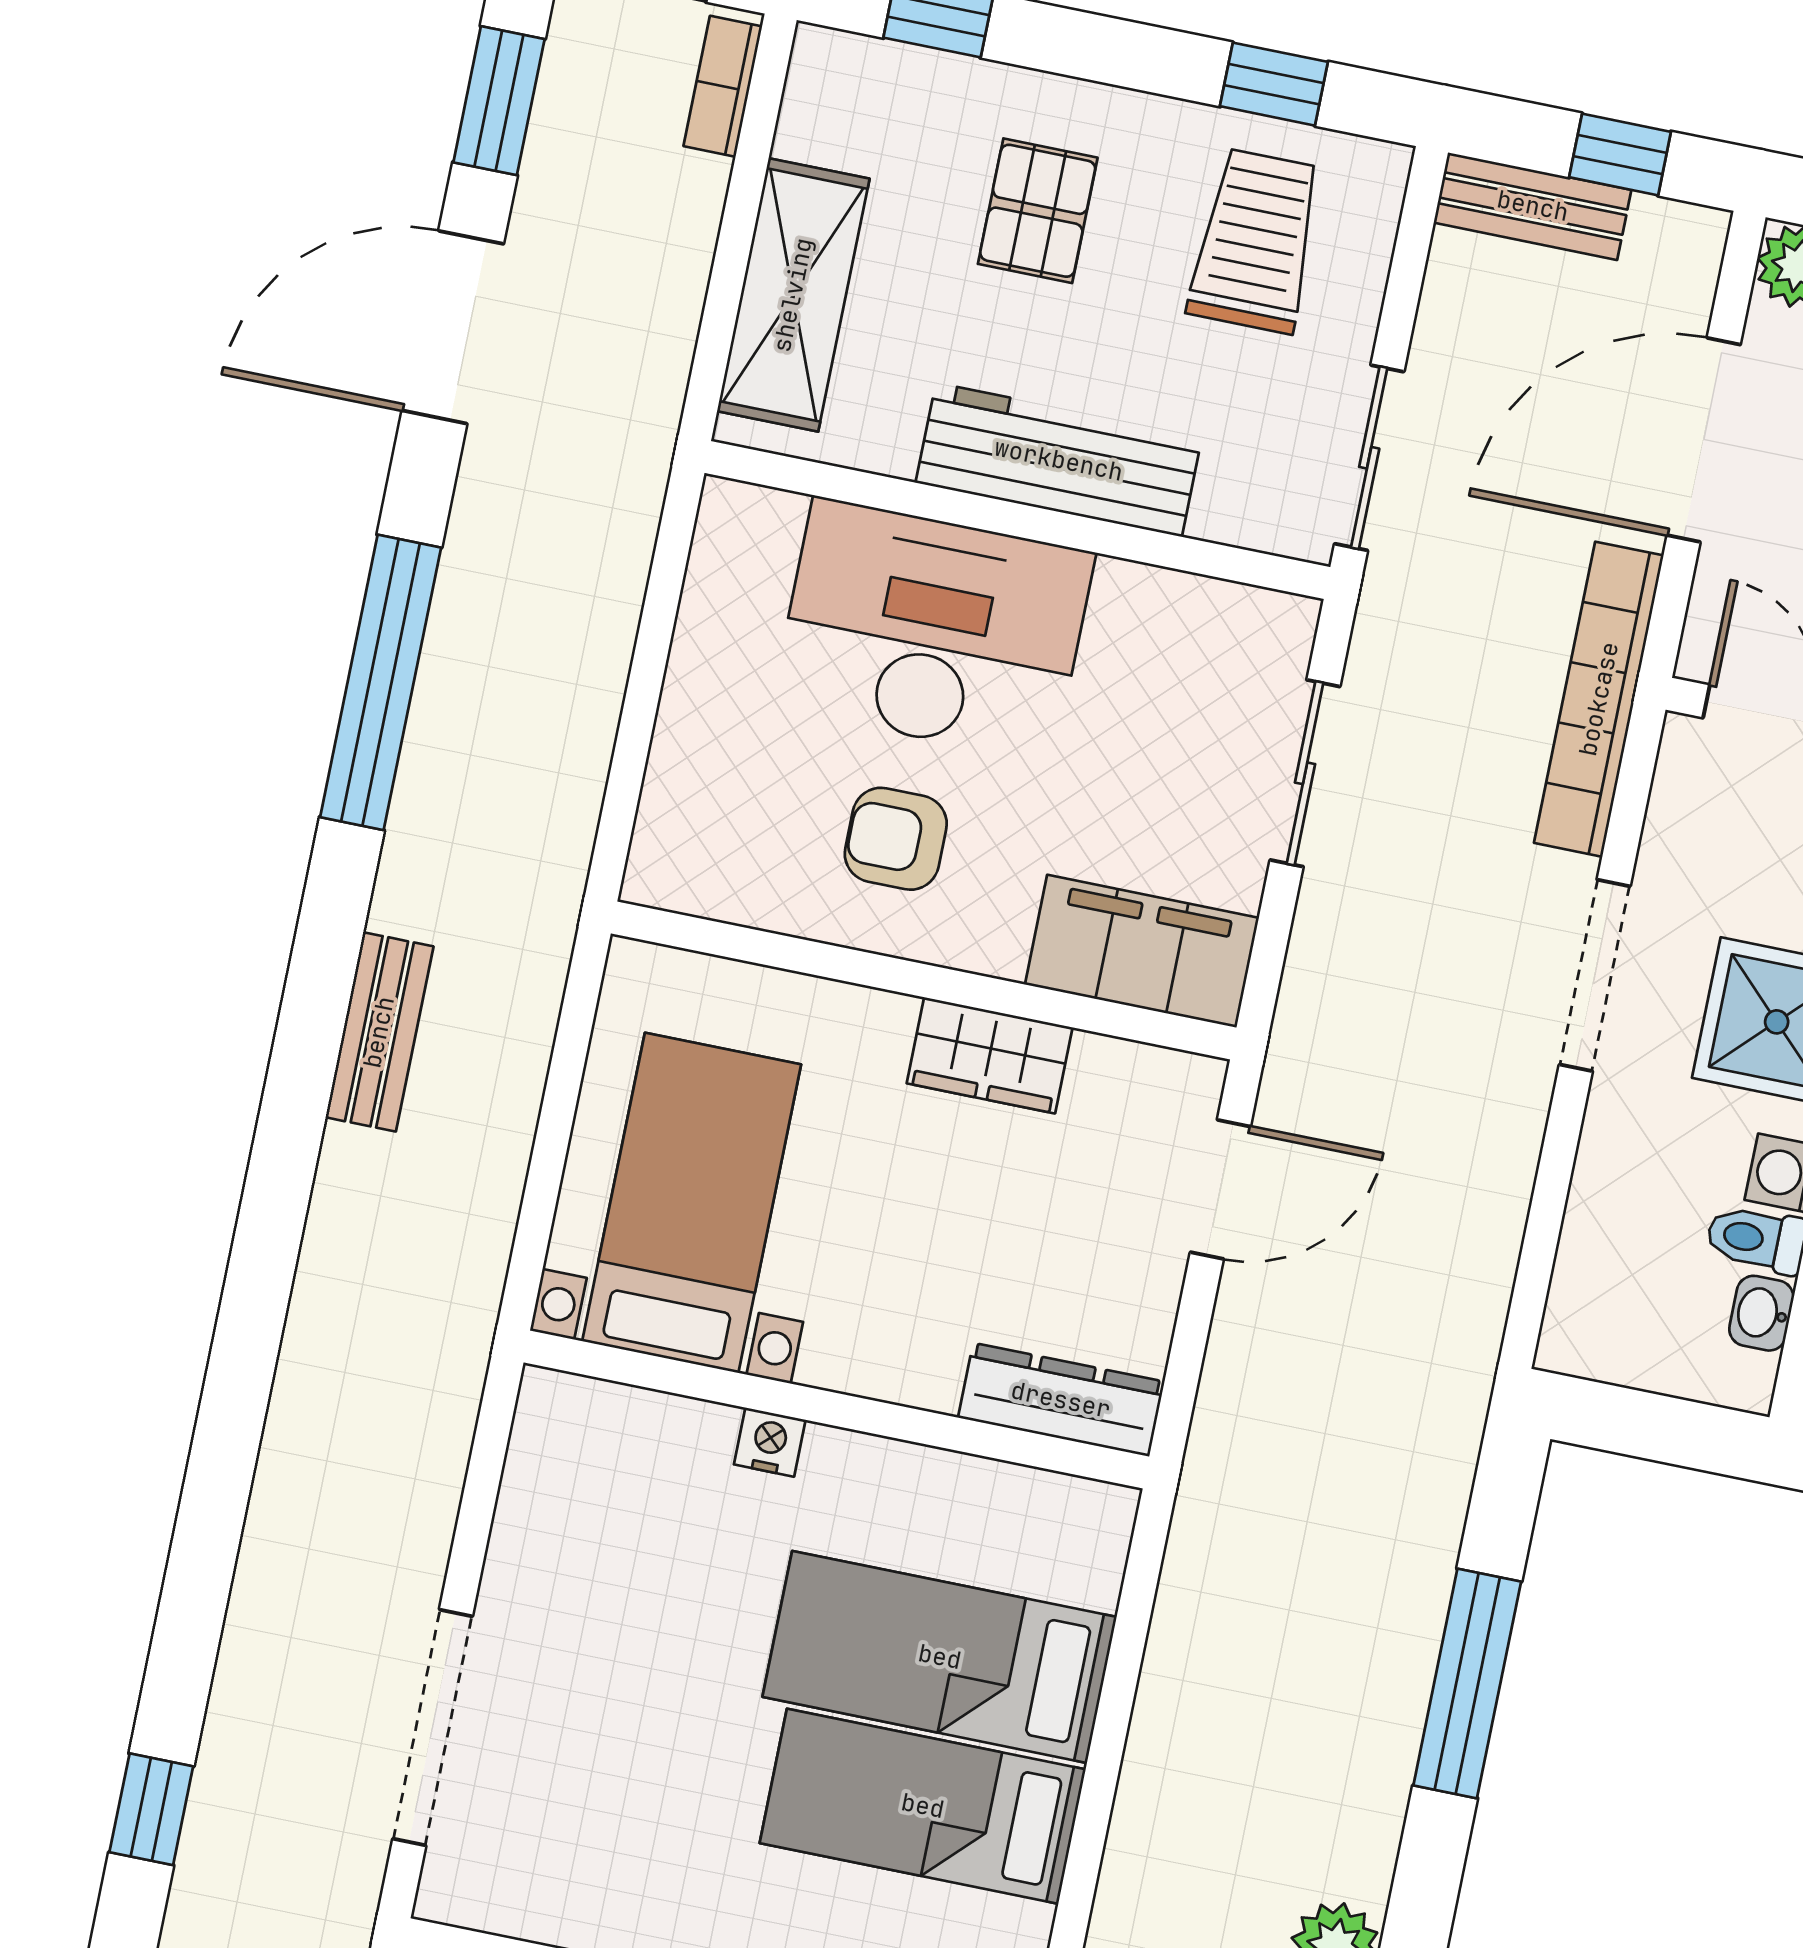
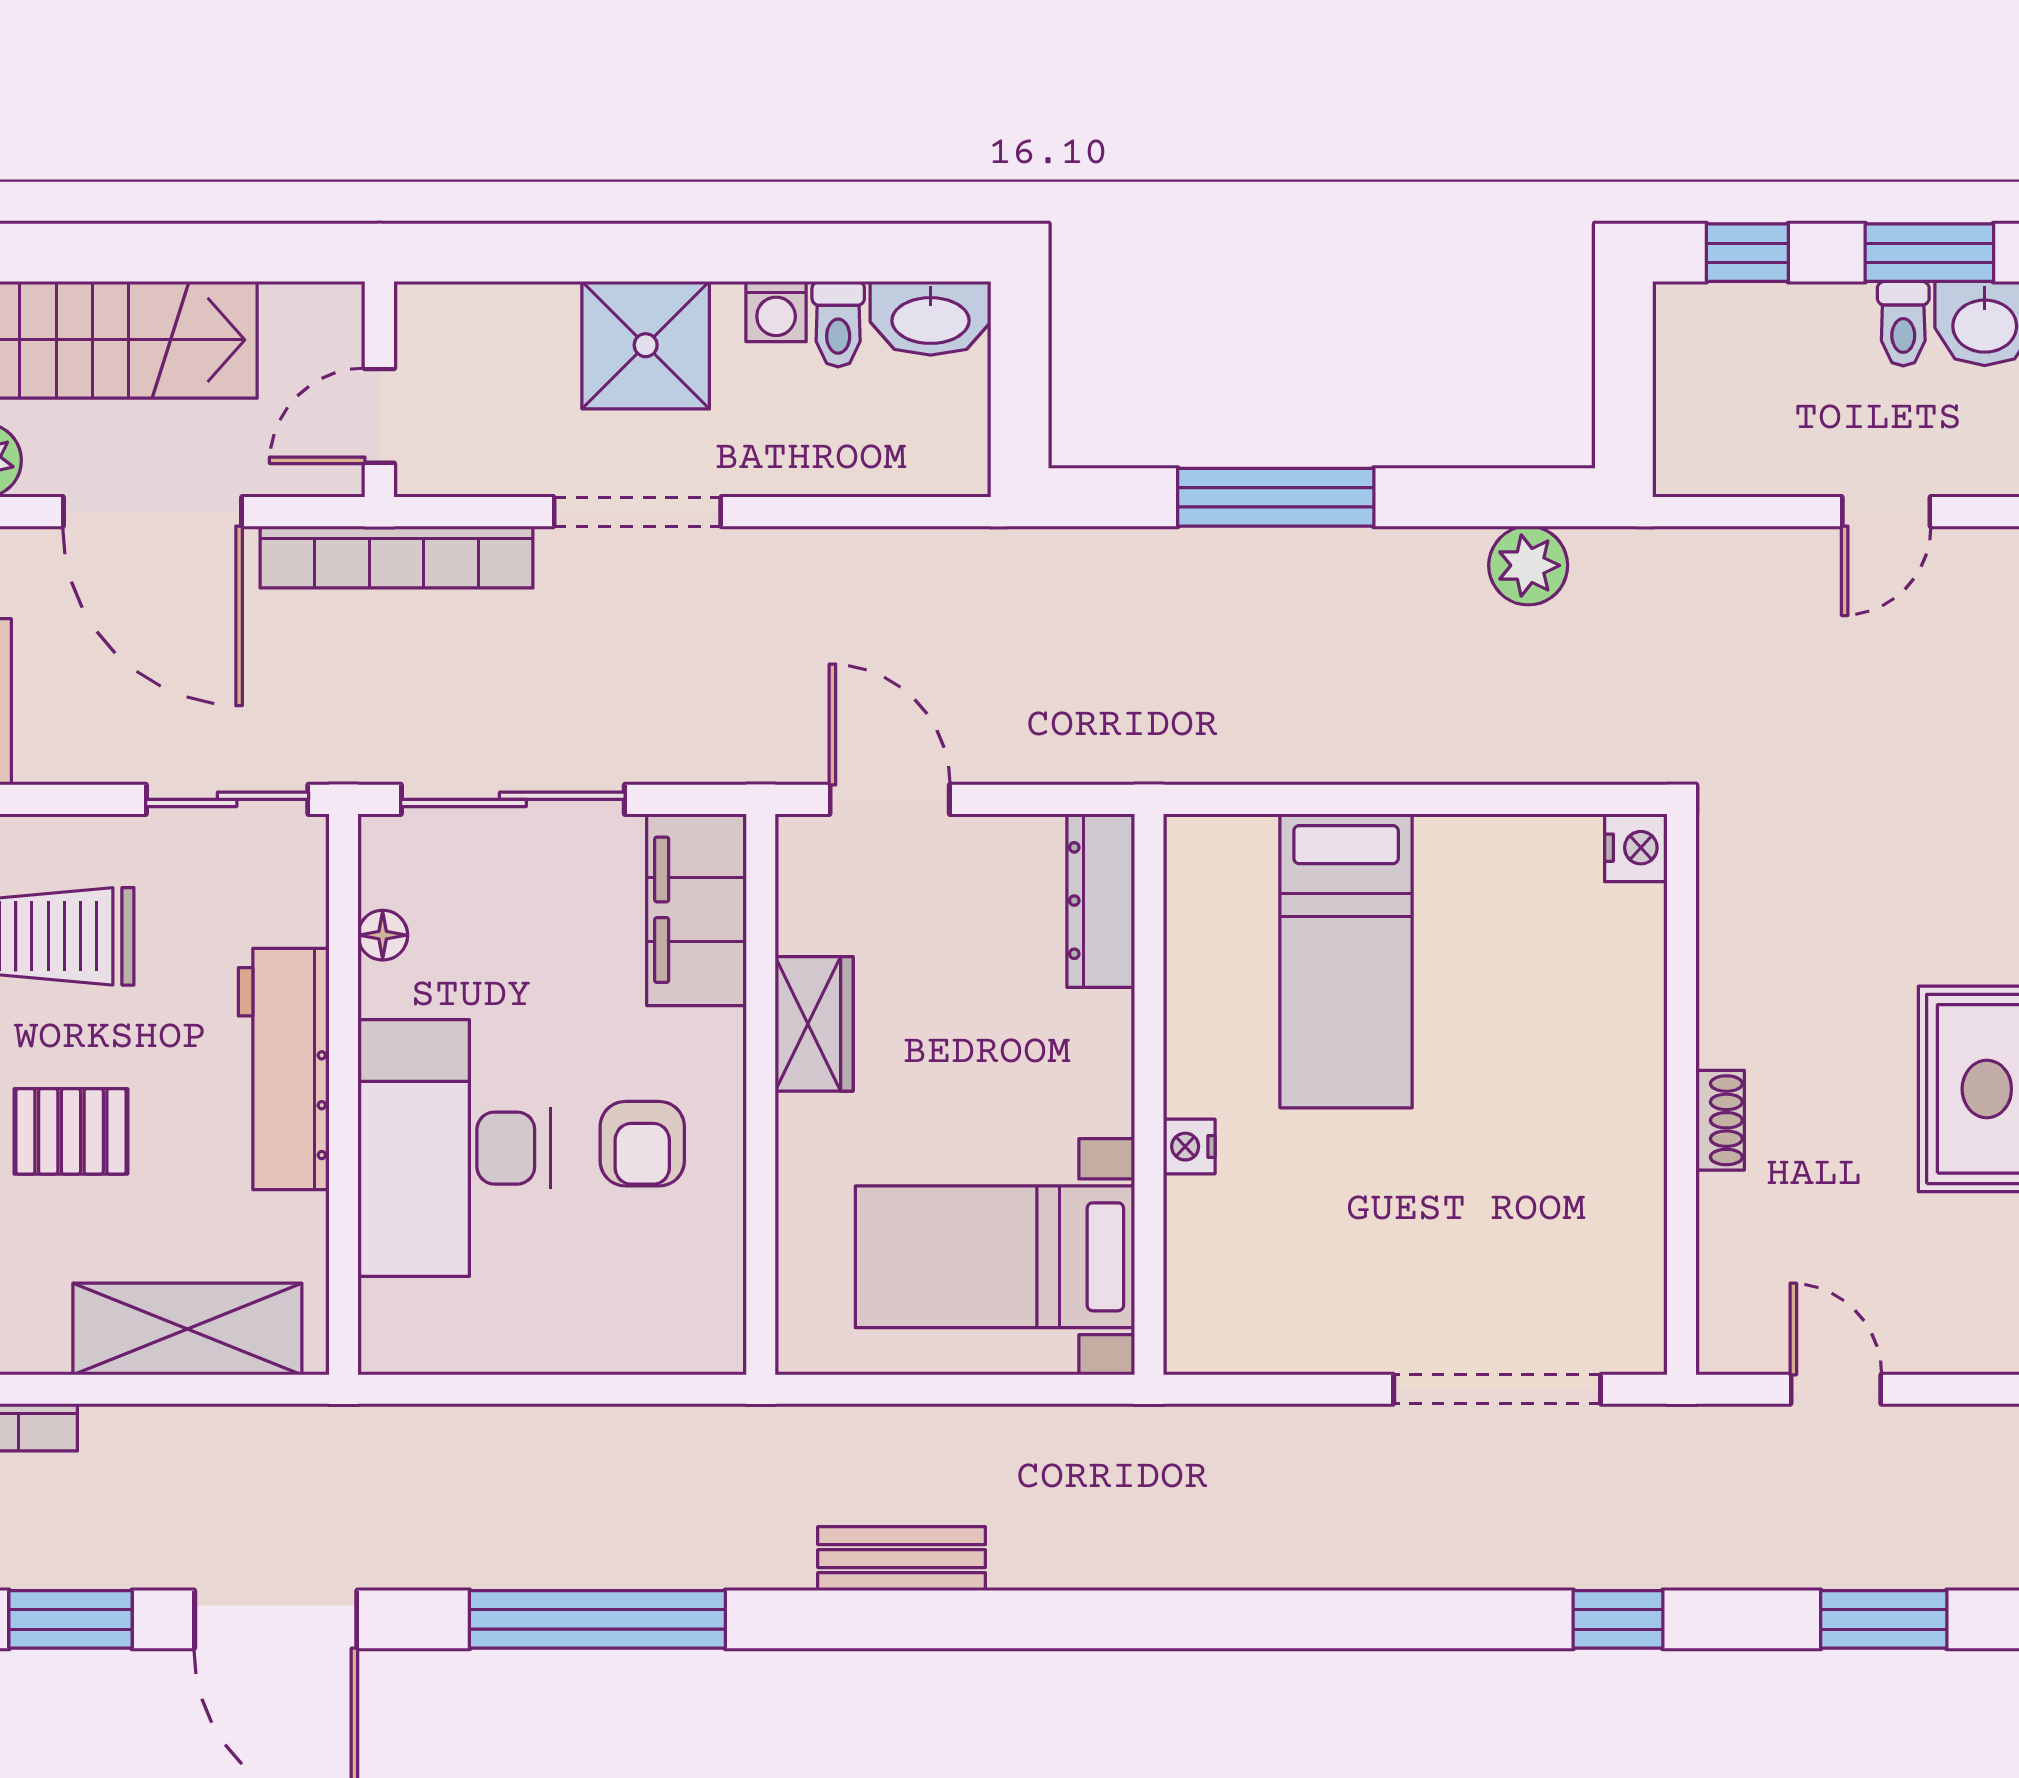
floor lamp: (1184, 599) -> (383, 935), added
sliding door: (1305, 773) -> (513, 799), width x1.37
washbasin: (1761, 1313) -> (931, 318), width x1.91, depth x1.45
bed: (923, 1806) -> (1479, 949), removed

